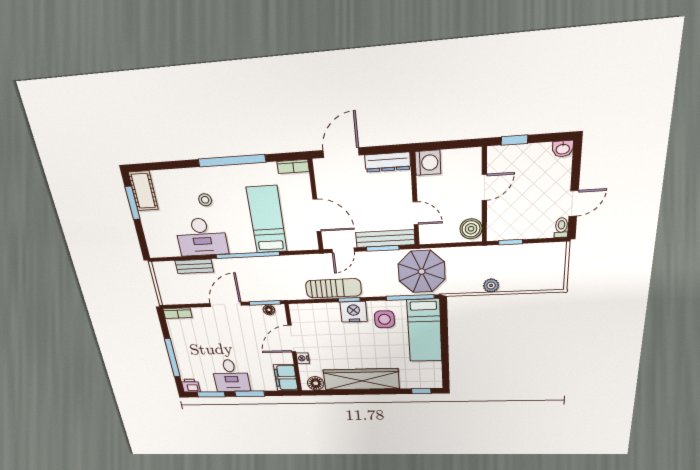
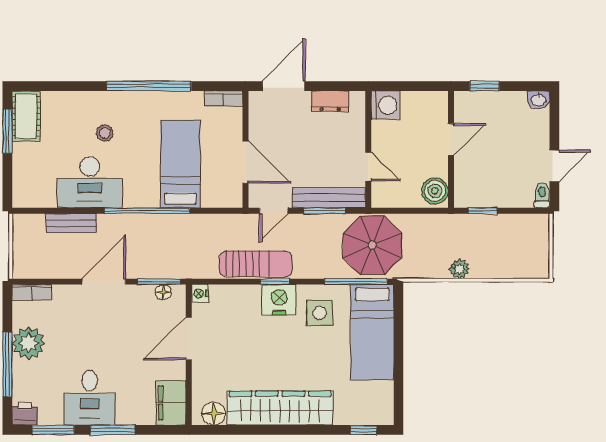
dresser: (388, 162) -> (330, 101), width x0.70
plant: (183, 345) -> (29, 343), added
nightstand: (303, 358) -> (200, 293), moved

